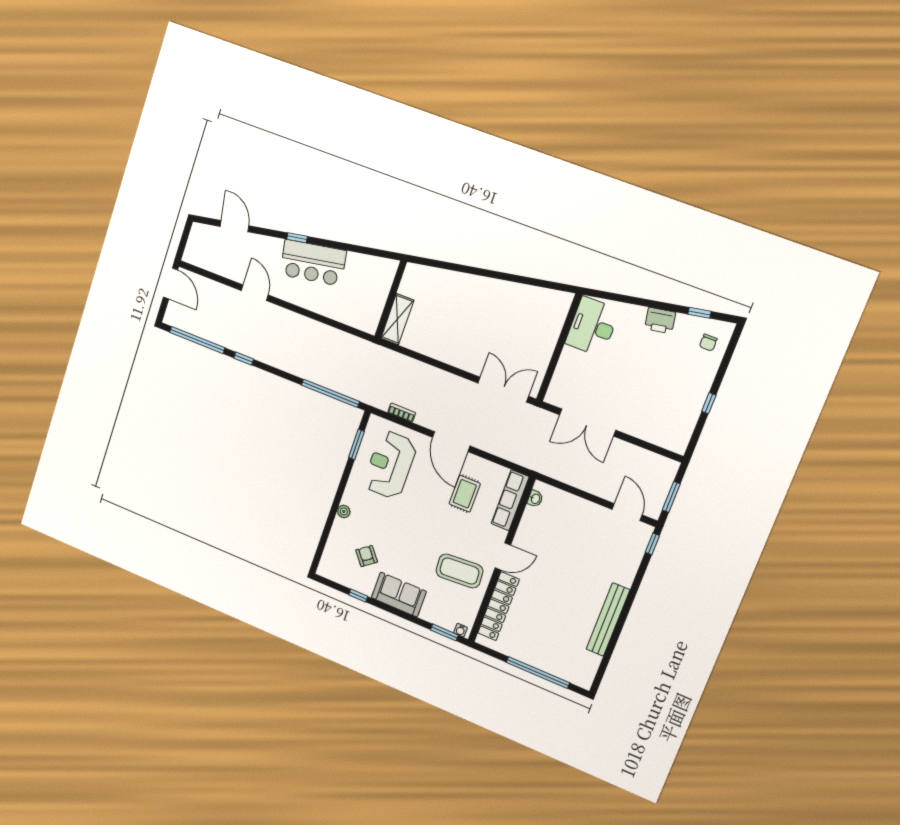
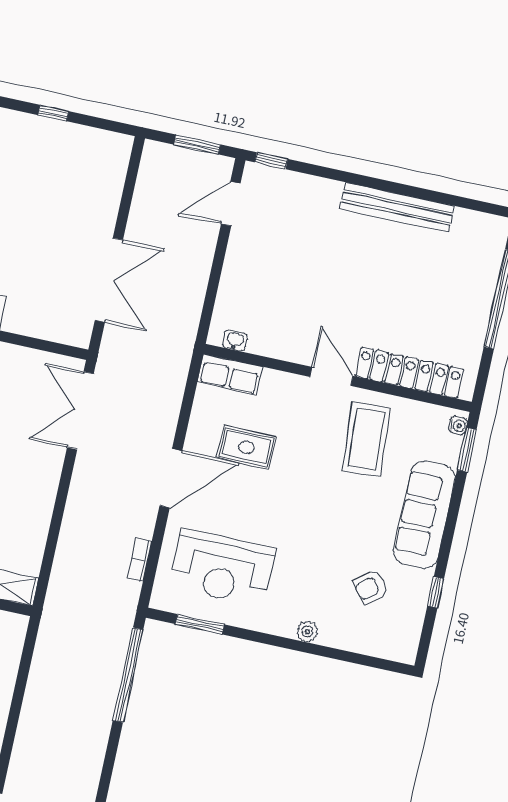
row of seats: (510, 500) -> (230, 374), width x0.68
sofa: (399, 595) -> (424, 515), width x1.36

